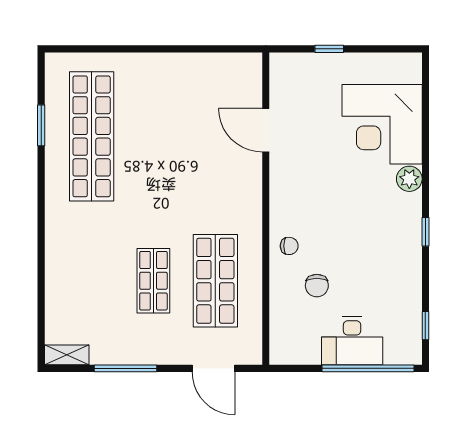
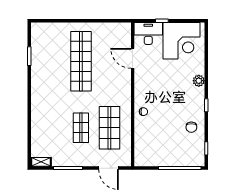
corner desk: (382, 124) -> (182, 41), moved, turned -90
shop shelf: (92, 136) -> (81, 61), moved
chair: (317, 286) -> (191, 127), moved
desk: (352, 341) -> (148, 33), moved, turned 180

